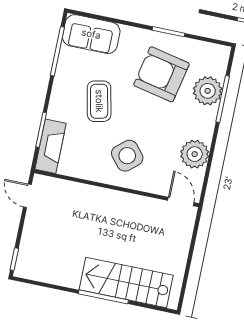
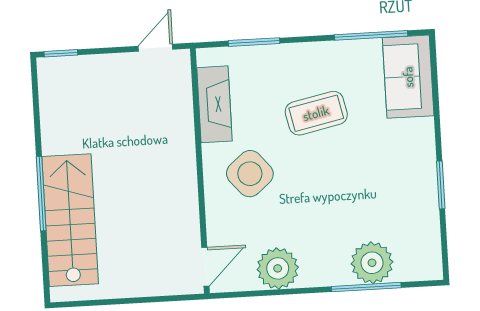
armchair: (161, 74) -> (378, 191), removed
fireplace: (51, 146) -> (214, 104), moved, turned -90

